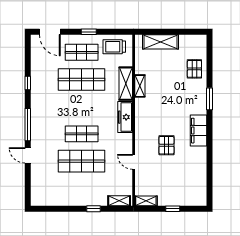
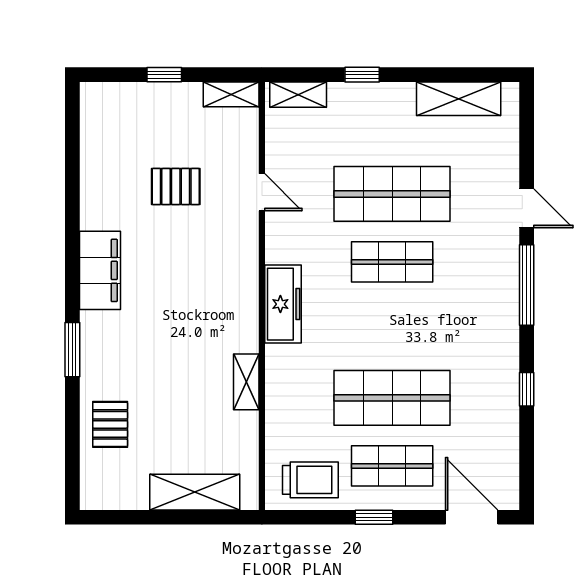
shelving: (126, 84) -> (459, 99), moved, turned 90
pallet: (166, 145) -> (176, 187), moved, turned 90

